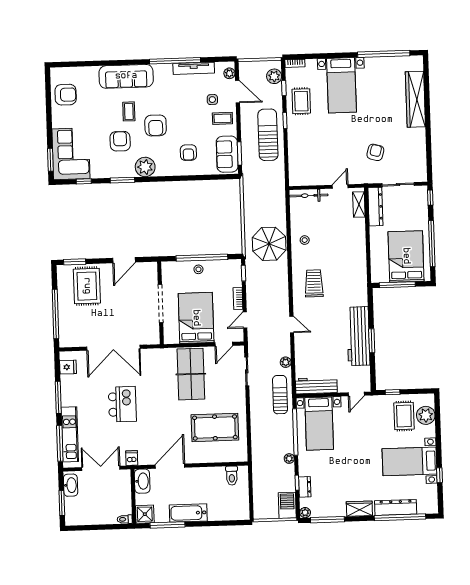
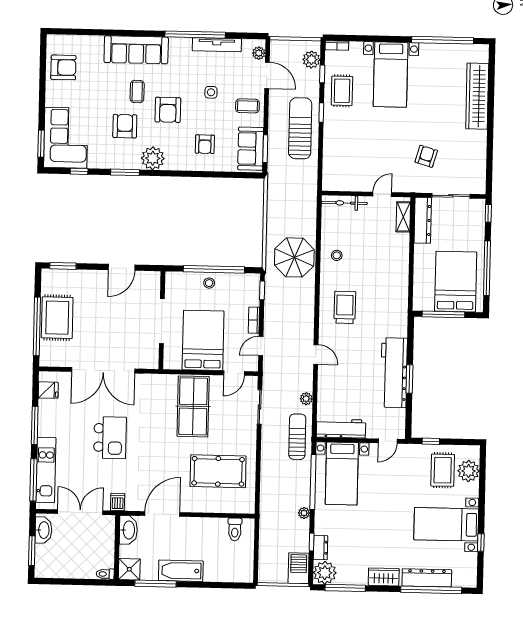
side table: (212, 100) -> (211, 92), moved
rug: (87, 286) -> (57, 318), moved
plant: (305, 513) -> (325, 573), width x1.88, depth x1.88

